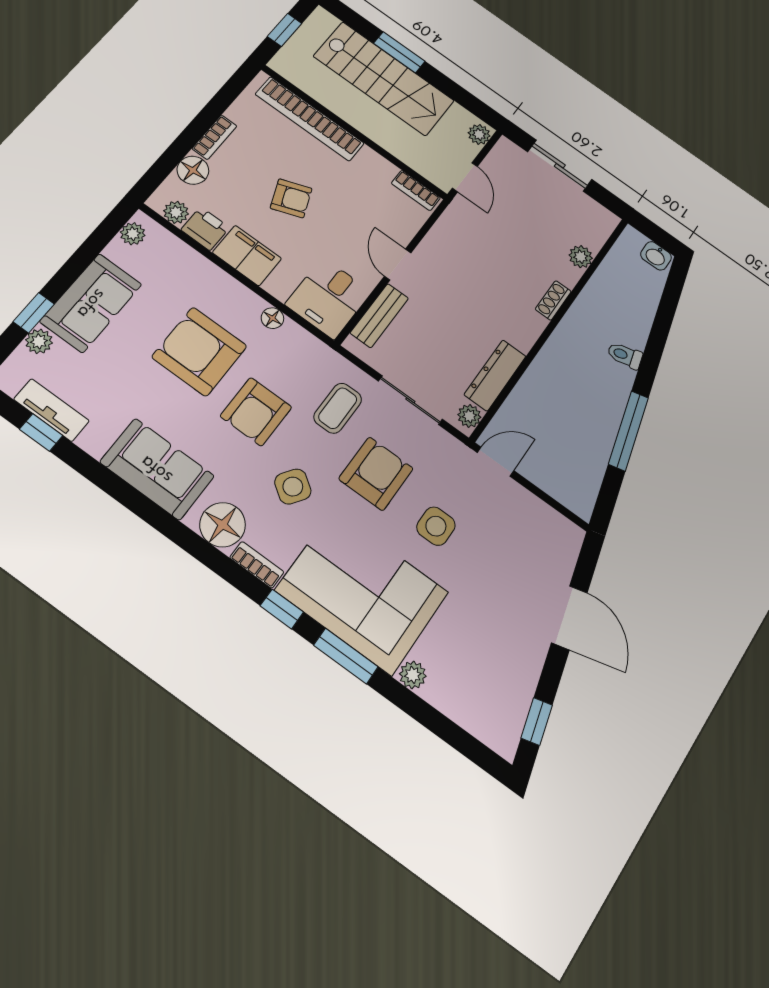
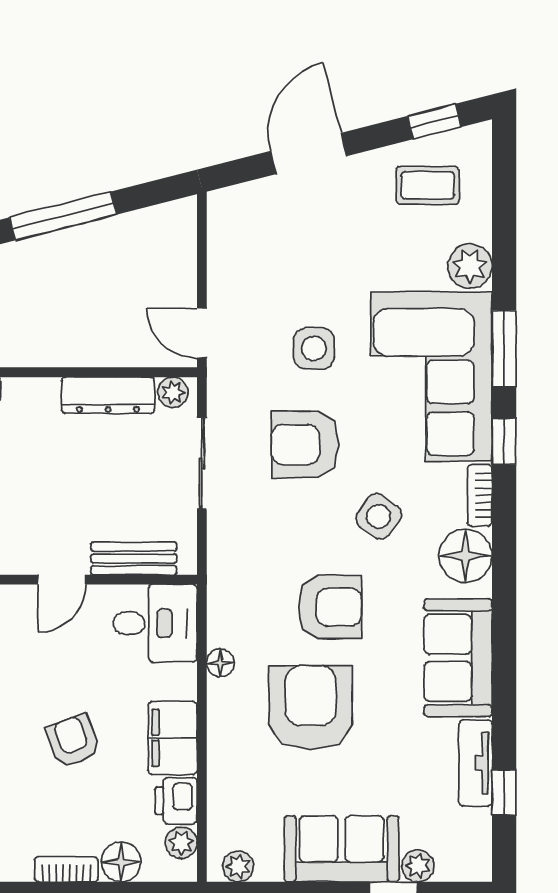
armchair: (199, 351) -> (311, 707), turned 180
coffee table: (338, 408) -> (428, 185), moved
tv unit: (51, 410) -> (476, 763), moved
plant: (413, 675) -> (470, 266), width x1.38, depth x1.38

